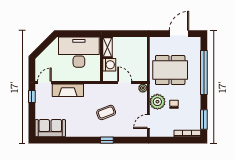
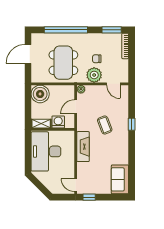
door: (179, 34) -> (28, 54), hinge flipped
boiler: (138, 46) -> (40, 94), added
fireplace: (68, 90) -> (83, 147), moved

